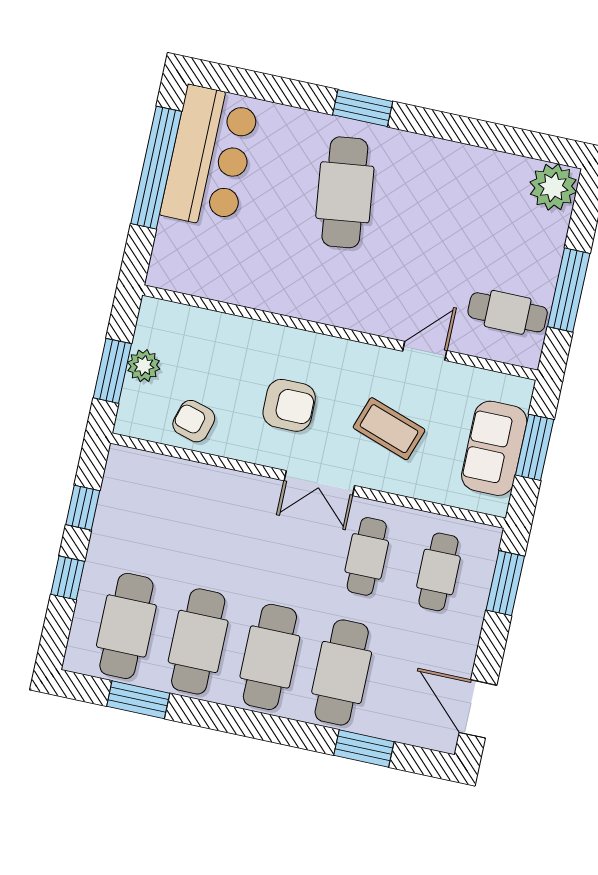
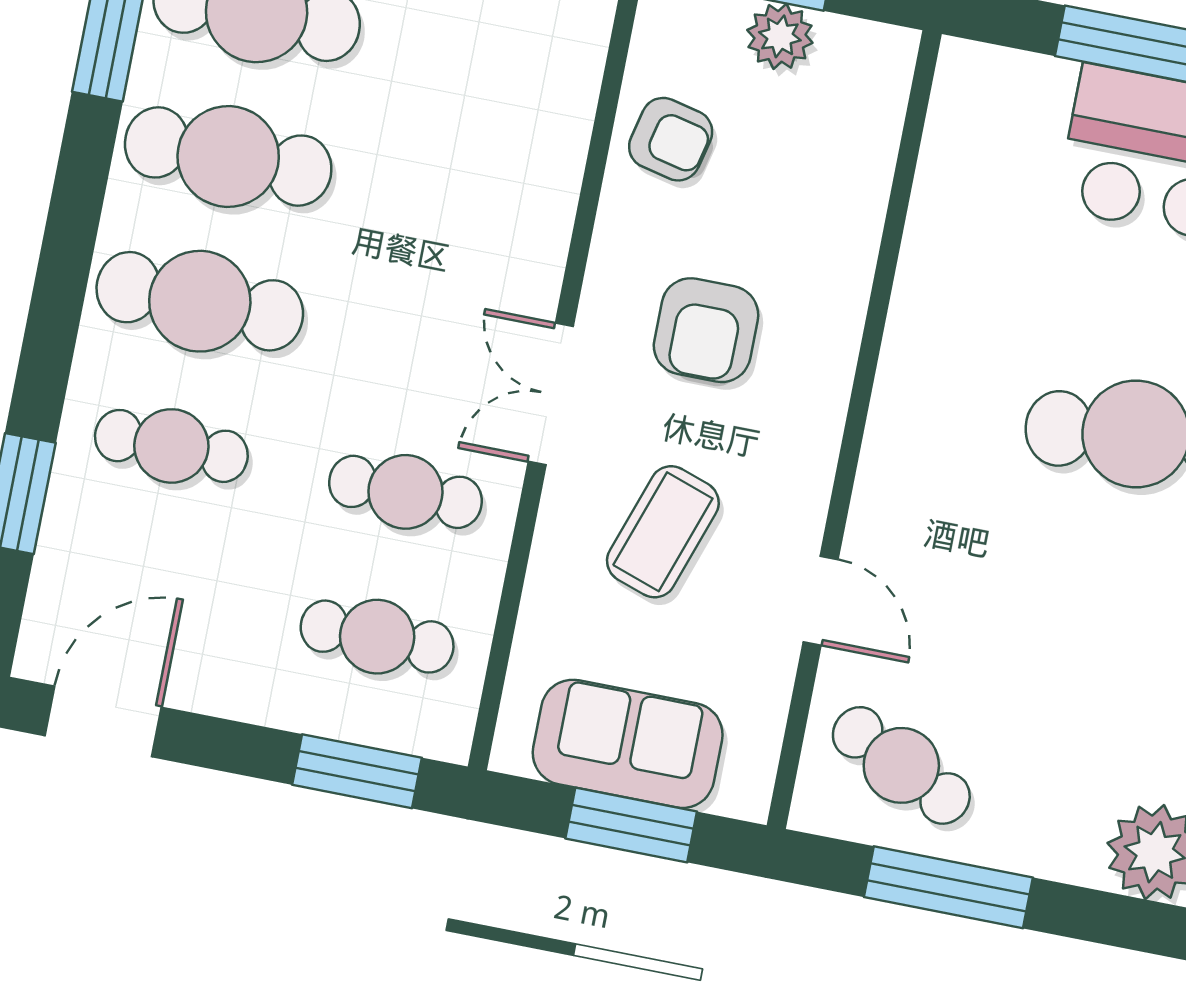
cafe table: (508, 312) -> (901, 765), turned -64
armchair: (194, 421) -> (671, 139), turned 87
cafe table: (342, 672) -> (171, 446), width x0.73, depth x0.74

